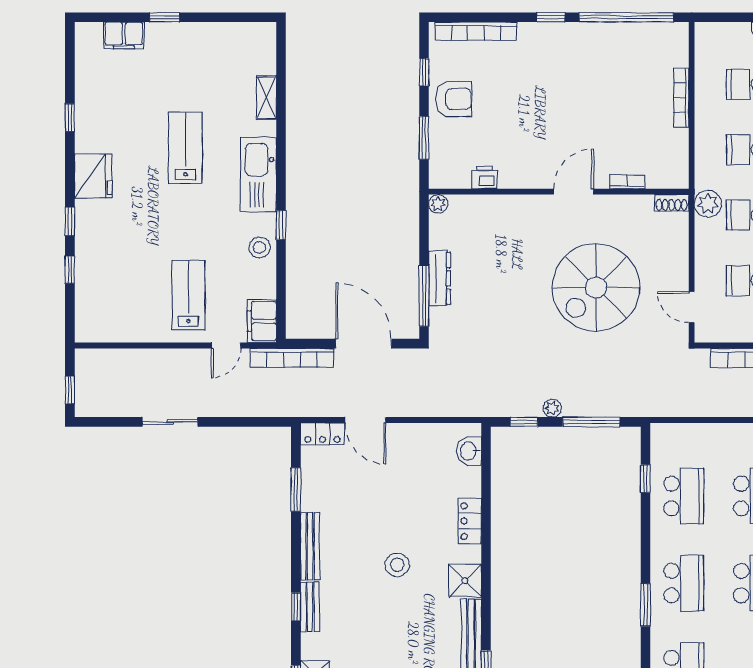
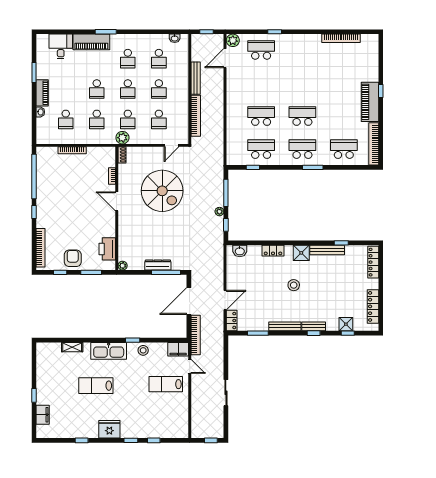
printer: (484, 177) -> (107, 249), width x1.87, depth x1.48

